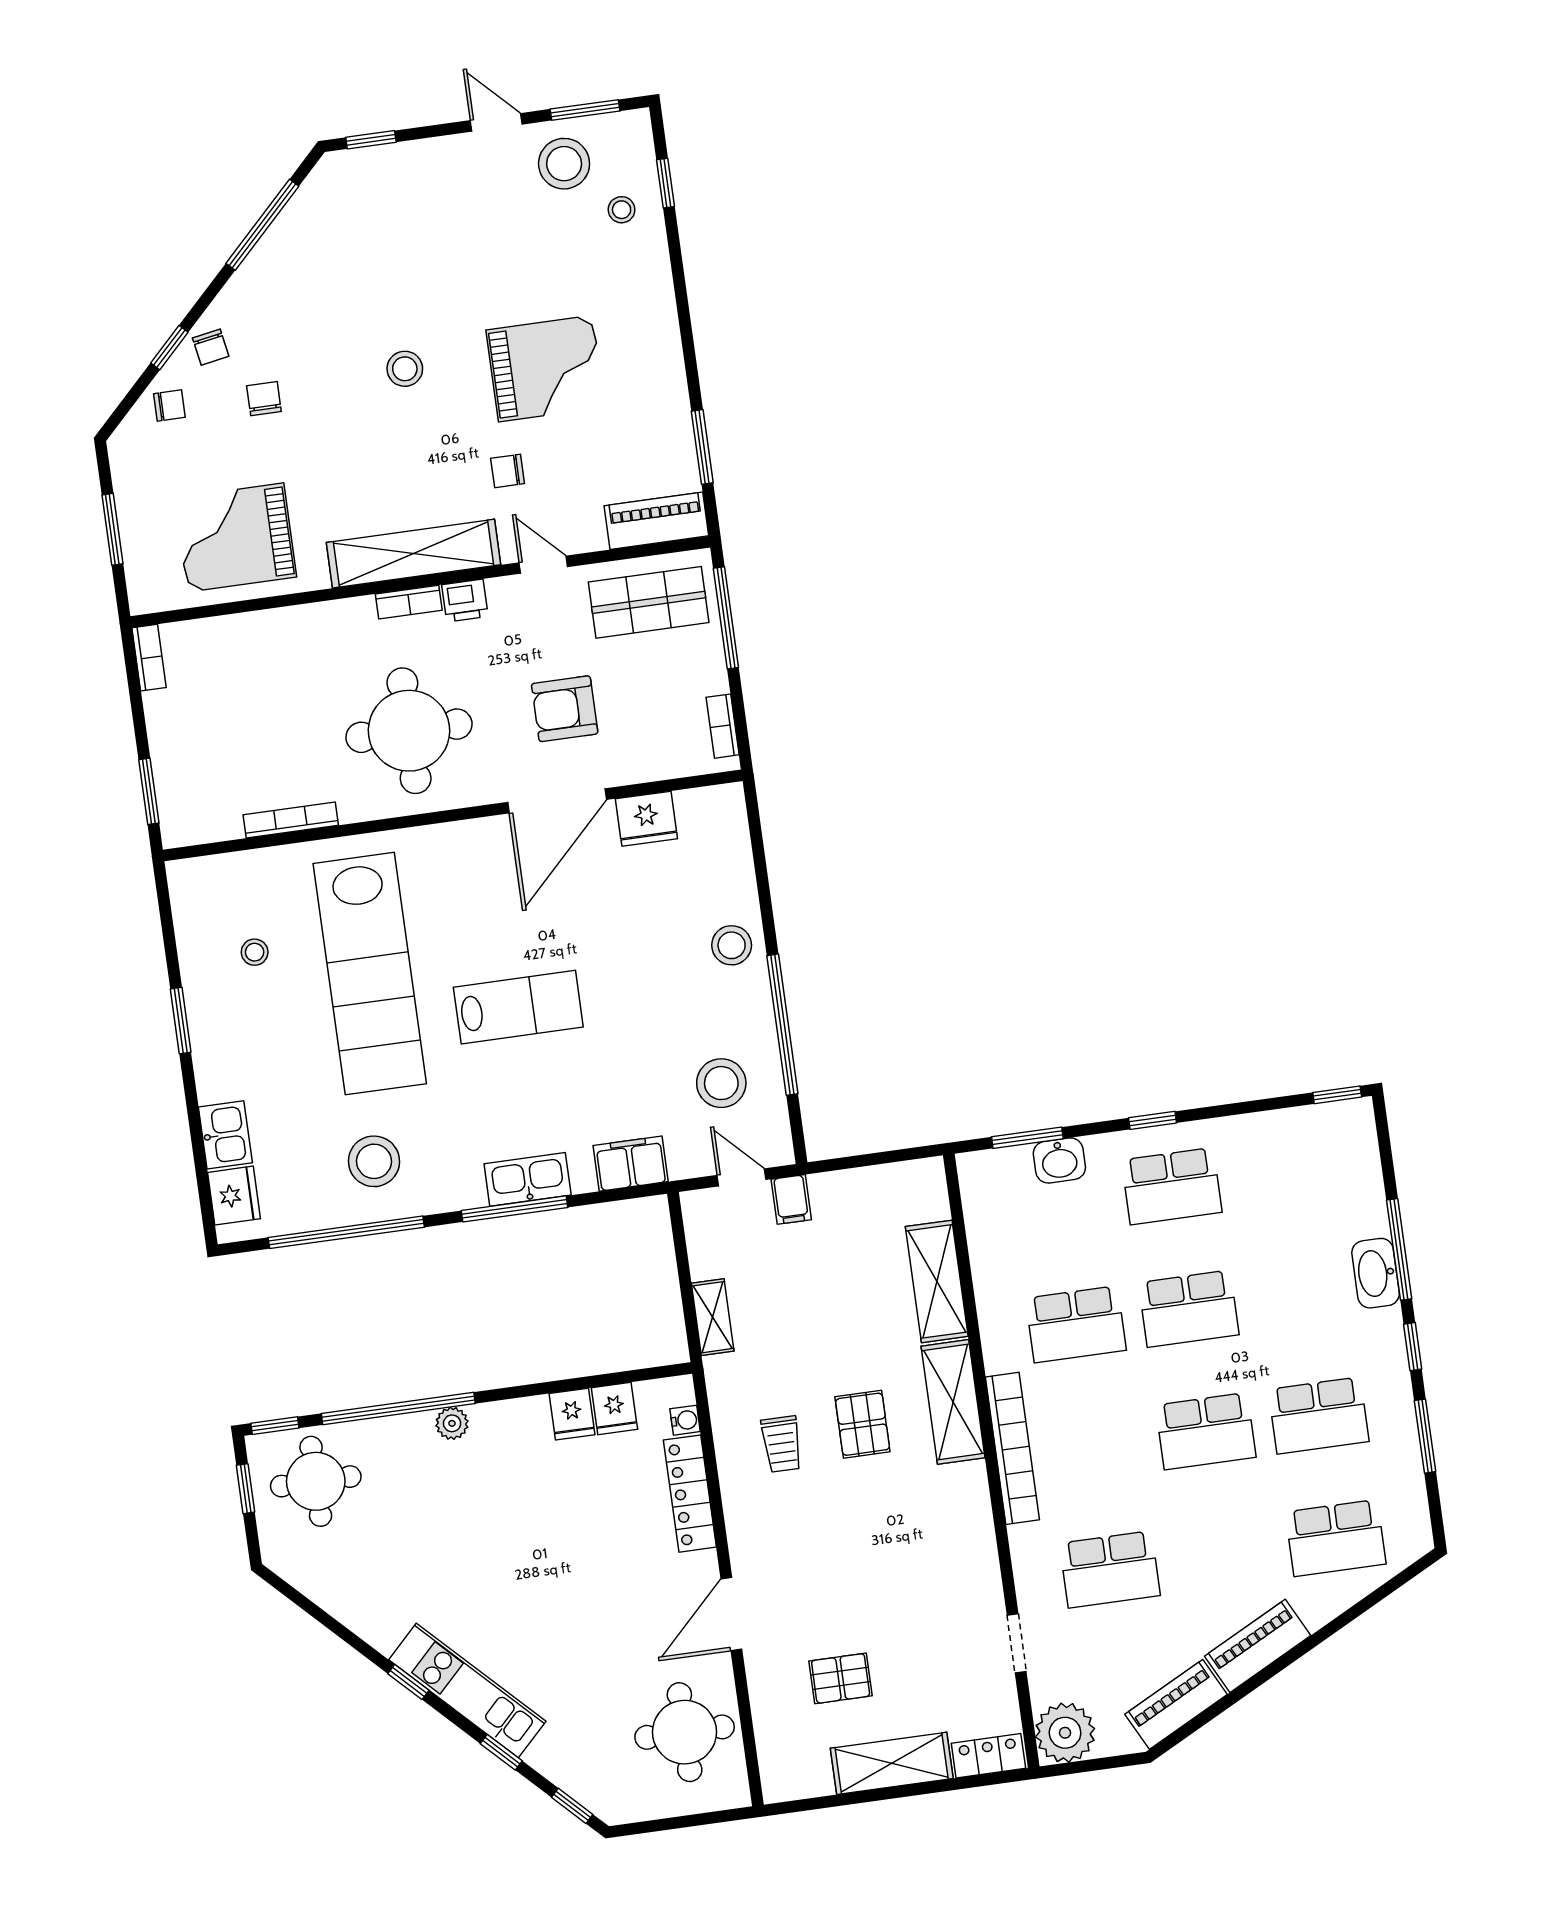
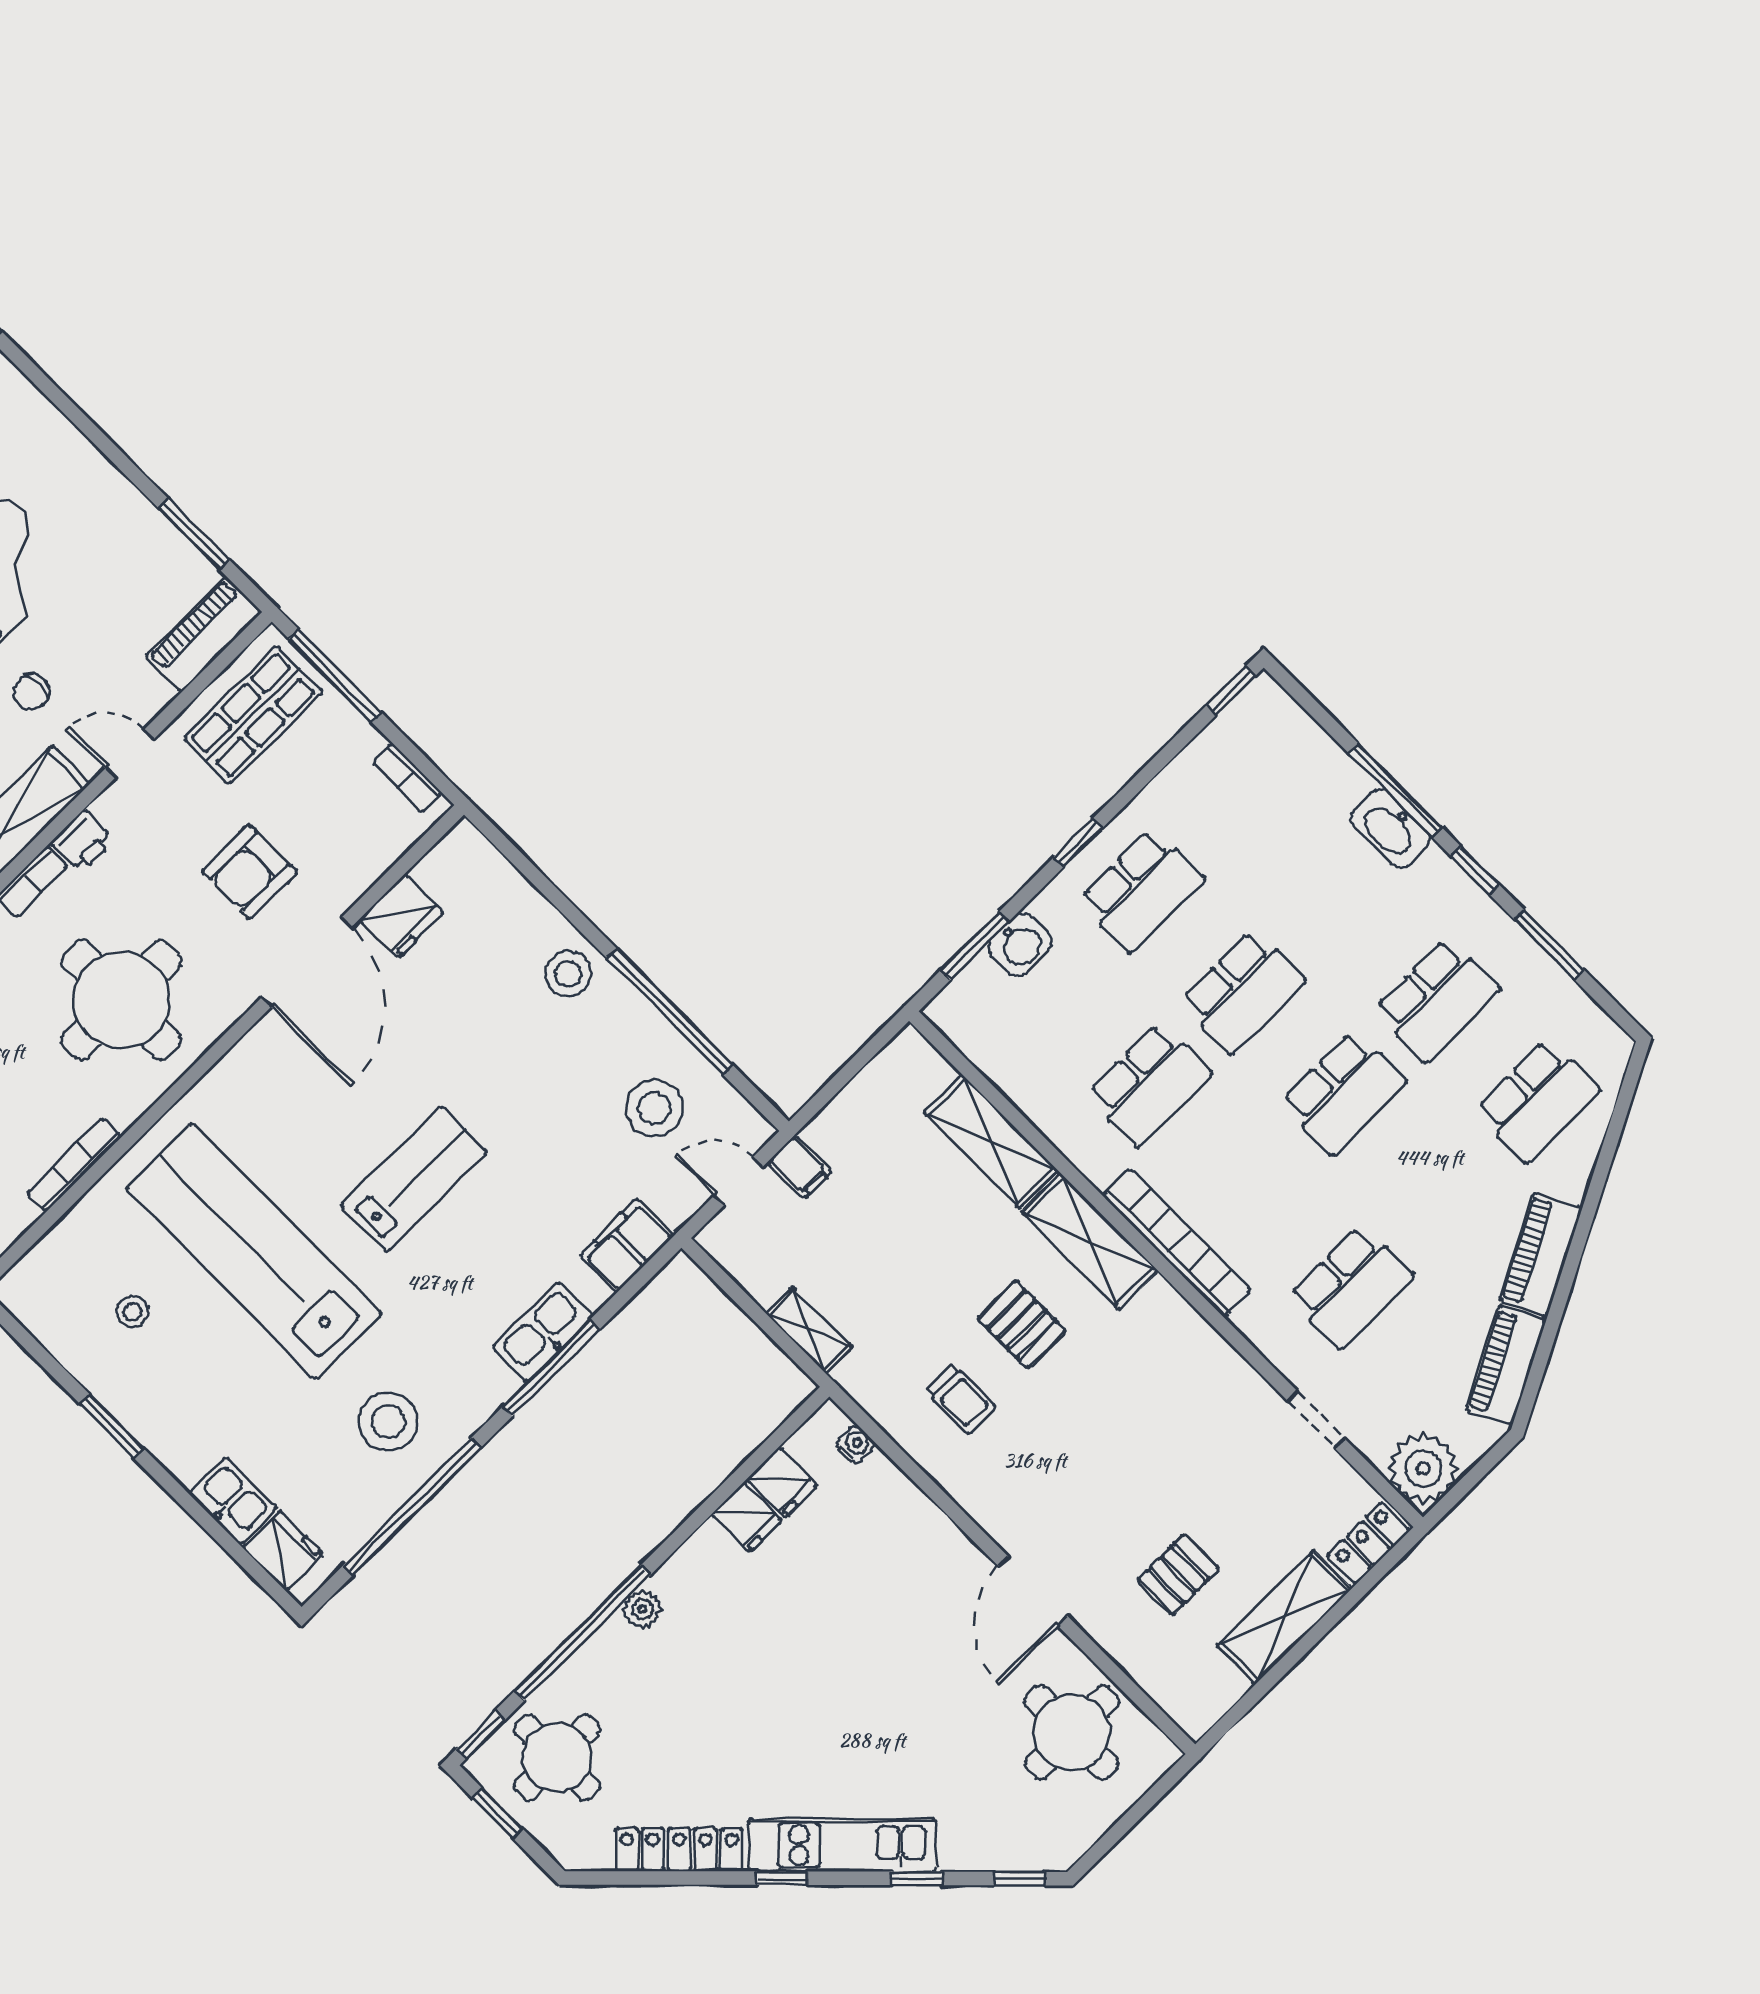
lab bench: (370, 974) -> (254, 1251), turned 180
locker: (690, 1494) -> (679, 1850), moved, turned 135

